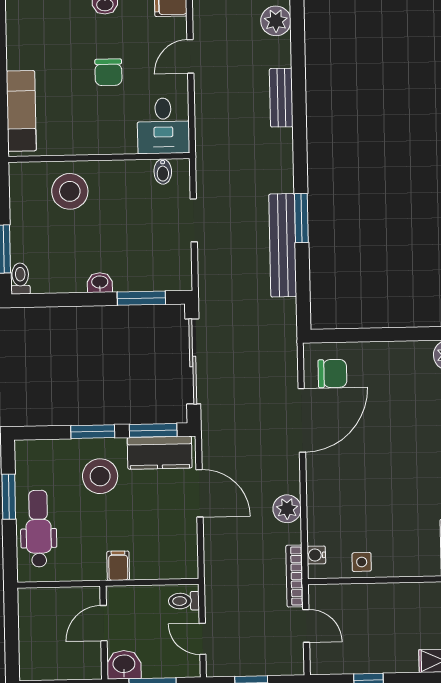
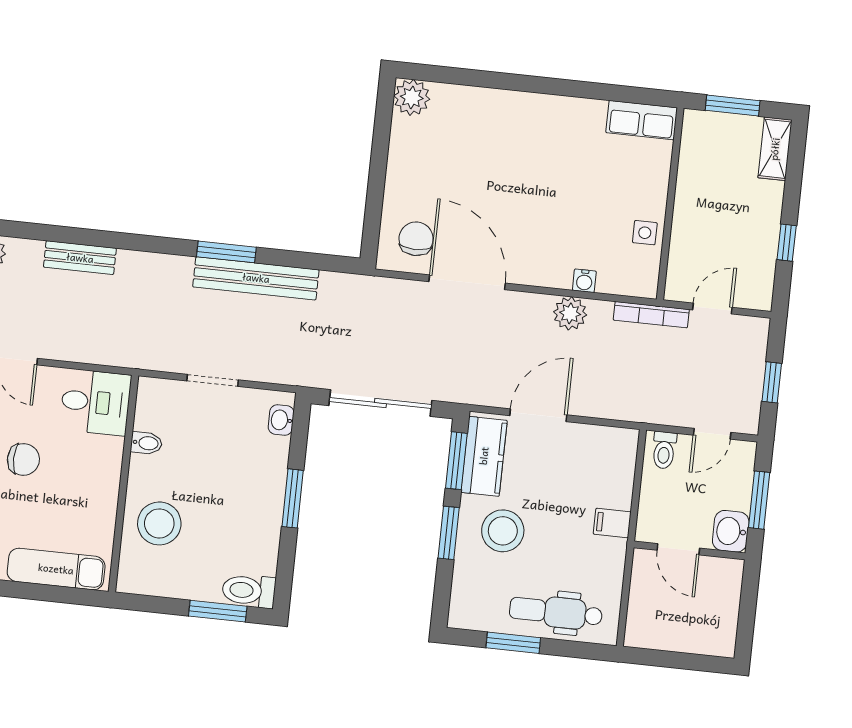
bidet: (163, 172) -> (146, 443), moved
toilet: (20, 279) -> (249, 591), width x1.37, depth x1.39
washbasin: (100, 283) -> (281, 420), moved
window: (141, 298) -> (293, 498), moved
water cooler: (316, 555) -> (584, 281), moved

